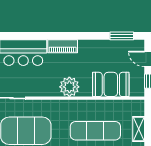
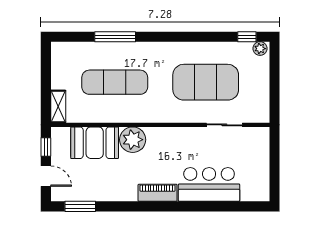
plant: (69, 87) -> (133, 140), moved
shelving: (139, 129) -> (58, 106), moved

